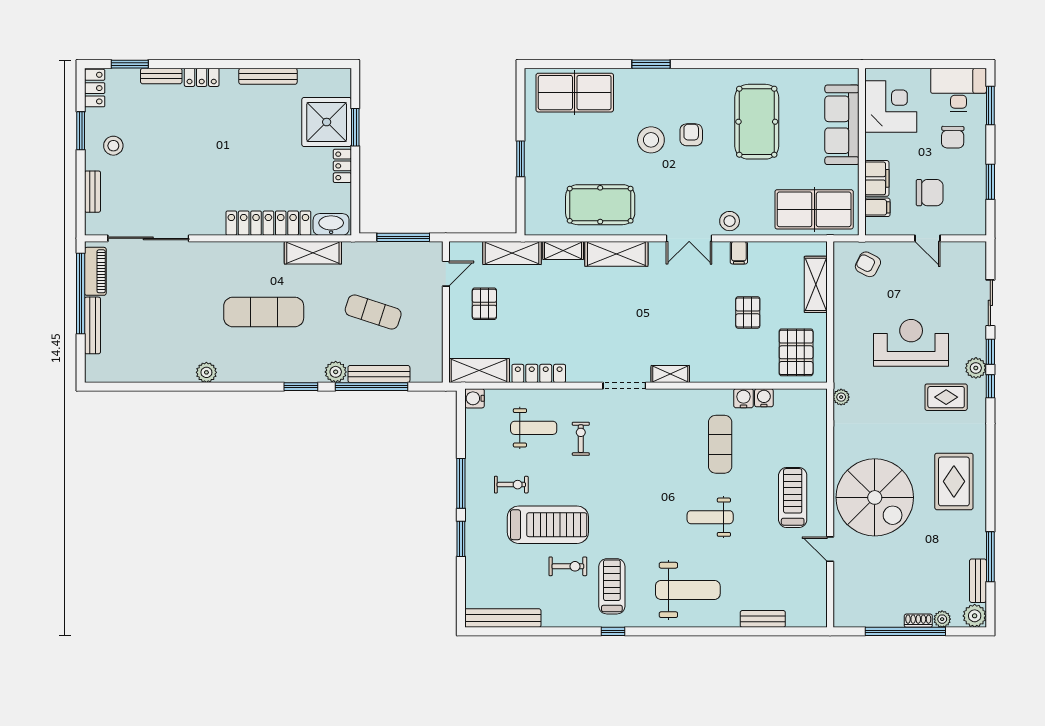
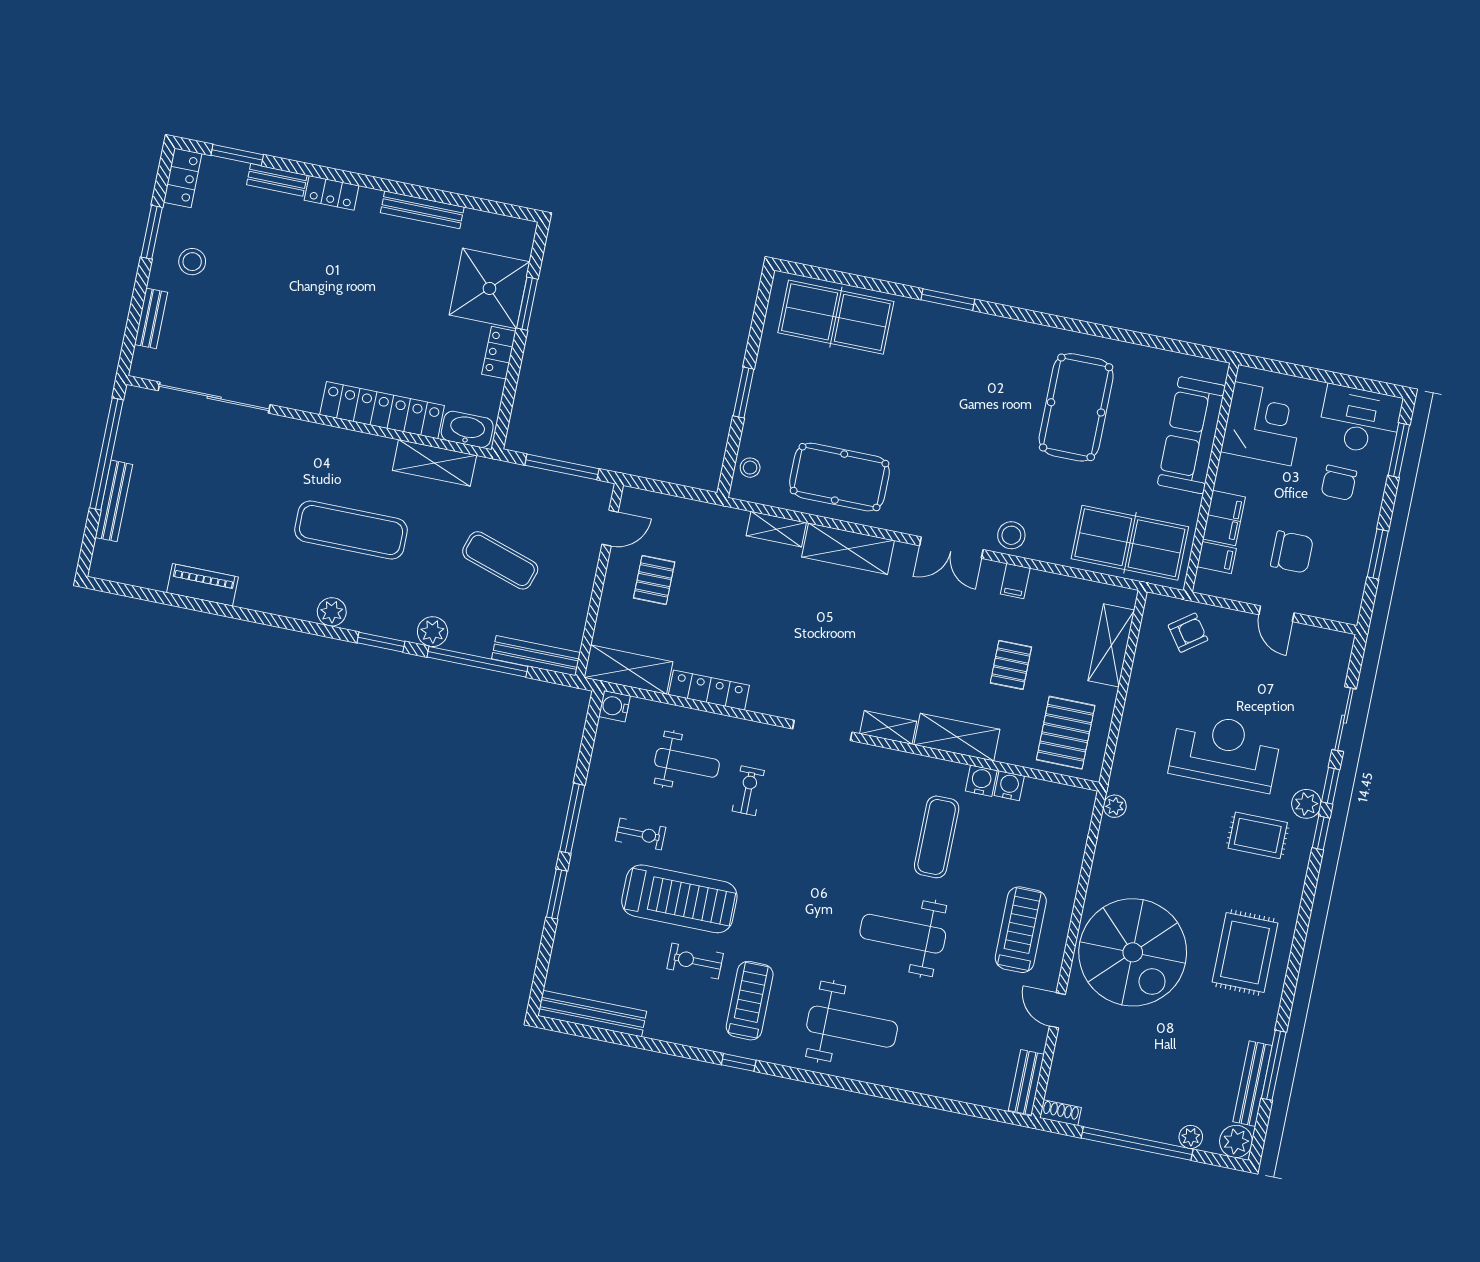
armchair: (691, 135) -> (983, 407), removed
stool: (651, 140) -> (750, 468), moved, width x0.53, depth x0.53
shelving: (512, 253) -> (957, 737), moved
armchair: (868, 264) -> (1188, 633), turned 117
piano: (95, 271) -> (202, 585), moved, turned -90
plant: (206, 372) -> (332, 612), moved
bench: (379, 374) -> (536, 656), moved
weight bench: (710, 517) -> (903, 934), width x1.36, depth x1.33
exercise bike: (568, 566) -> (695, 961), turned 180
bench: (978, 581) -> (1252, 1084), width x1.36
bench: (763, 619) -> (1026, 1082), moved, turned 90
shoe rack: (918, 621) -> (1061, 1113), moved

